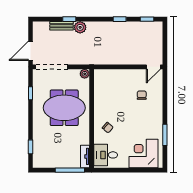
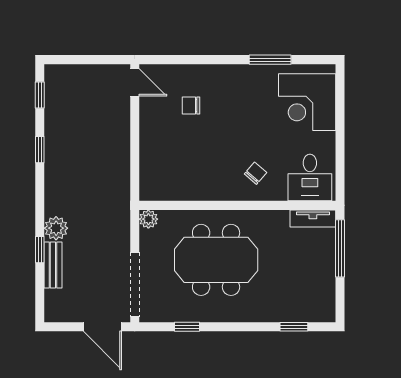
meeting table: (64, 108) -> (216, 260), turned 90

